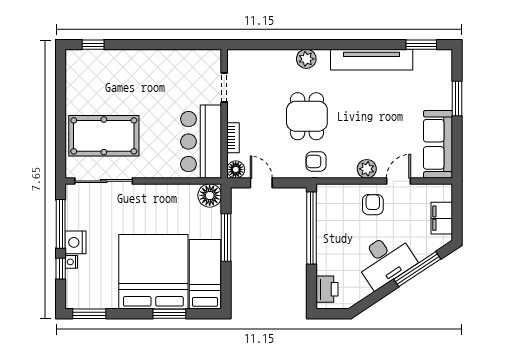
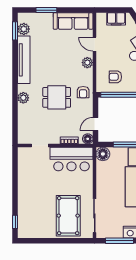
plant: (424, 60) -> (24, 29), added
armchair: (373, 205) -> (115, 77), moved

